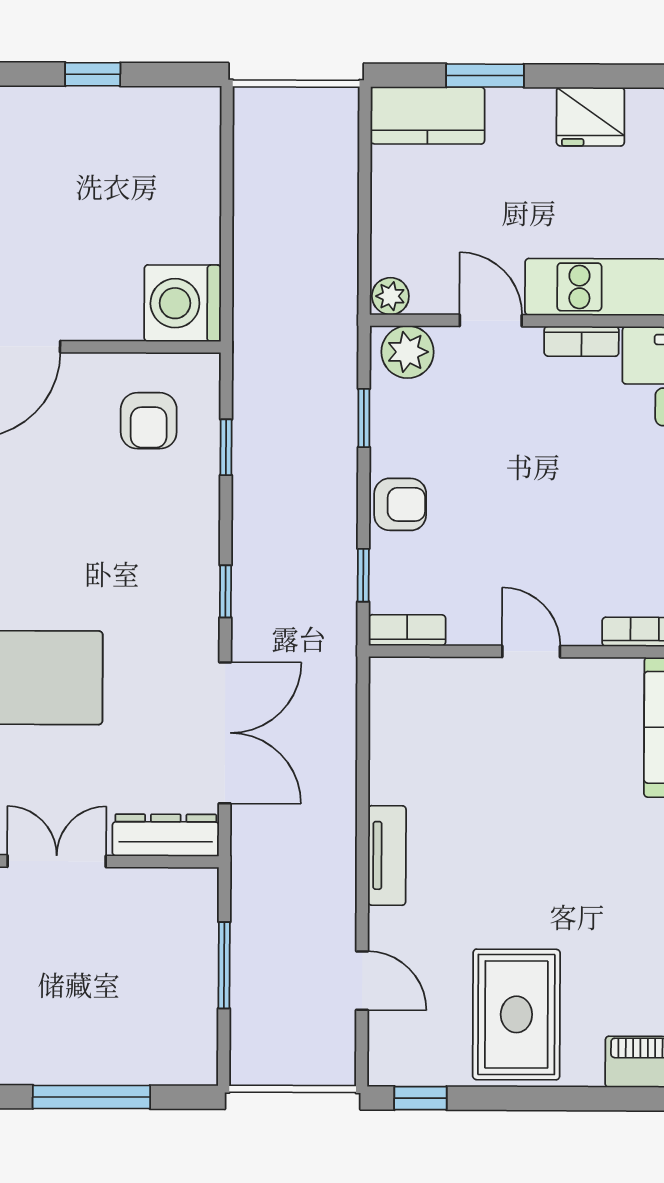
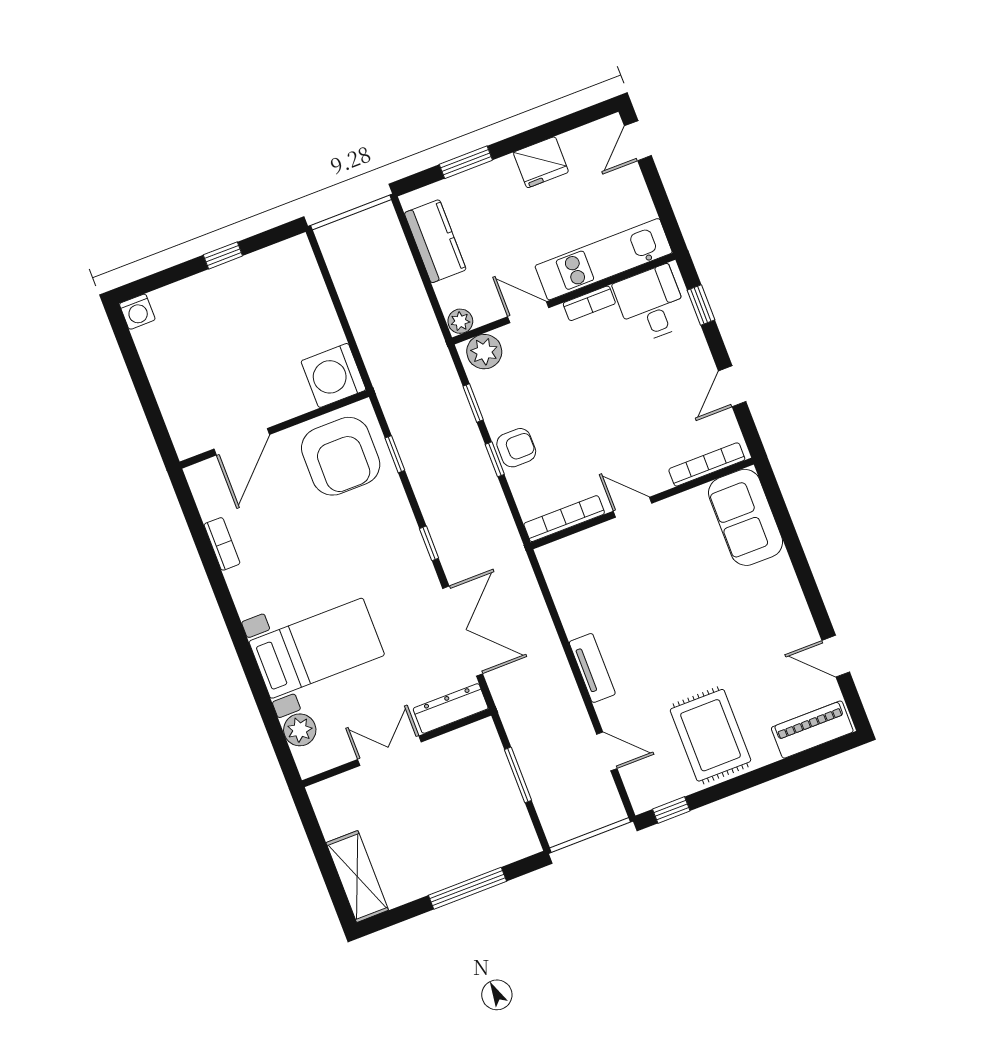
kitchen counter: (428, 115) -> (435, 241), moved, turned -90
armchair: (149, 421) -> (341, 456), width x1.88, depth x1.88
window: (363, 575) -> (495, 459), moved
bookcase: (407, 630) -> (564, 519), width x1.56

